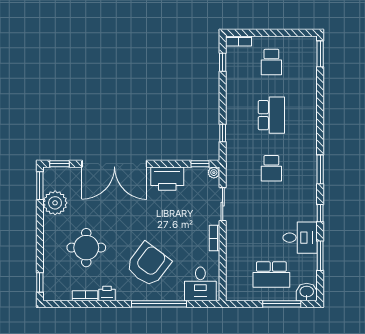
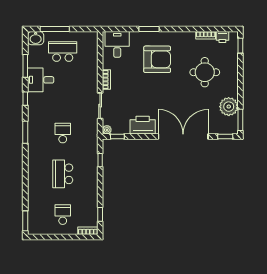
armchair: (148, 264) -> (157, 59), turned -127
printer: (107, 293) -> (222, 37), moved
window: (159, 304) -> (149, 29), width x0.47

